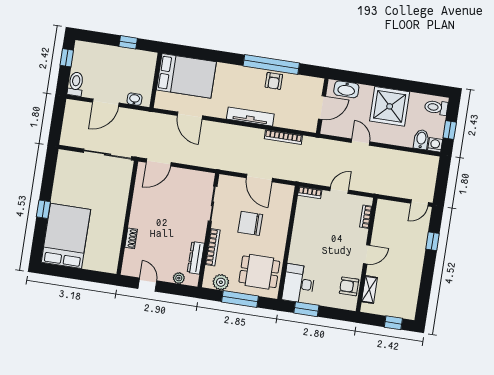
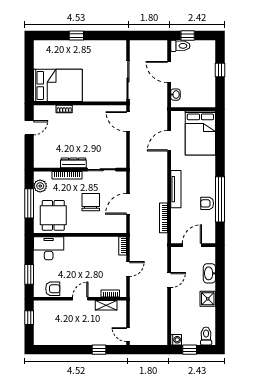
window: (128, 42) -> (220, 70), moved
window: (67, 58) -> (188, 35), moved
washbasin: (346, 89) -> (209, 273), moved
shower: (390, 106) -> (208, 299), width x0.54, depth x0.54
door: (322, 108) -> (192, 245), swing flipped
bidet: (421, 139) -> (179, 328), removed
door: (339, 190) -> (128, 269), hinge flipped
bed: (66, 236) -> (58, 85), moved
door: (367, 254) -> (80, 299), swing flipped
dresser: (196, 258) -> (73, 163), moved
plant: (179, 278) -> (38, 152), removed
armchair: (349, 286) -> (53, 289), turned 90
shelving: (369, 290) -> (106, 305), moved
window: (306, 309) -> (29, 274), moved
window: (393, 323) -> (29, 318), moved

